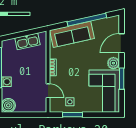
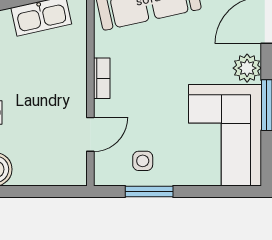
door: (48, 91) -> (90, 134), hinge flipped

